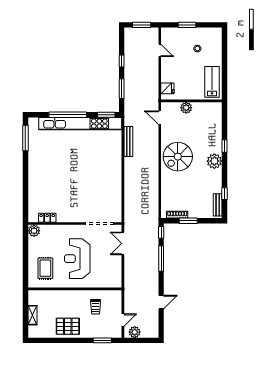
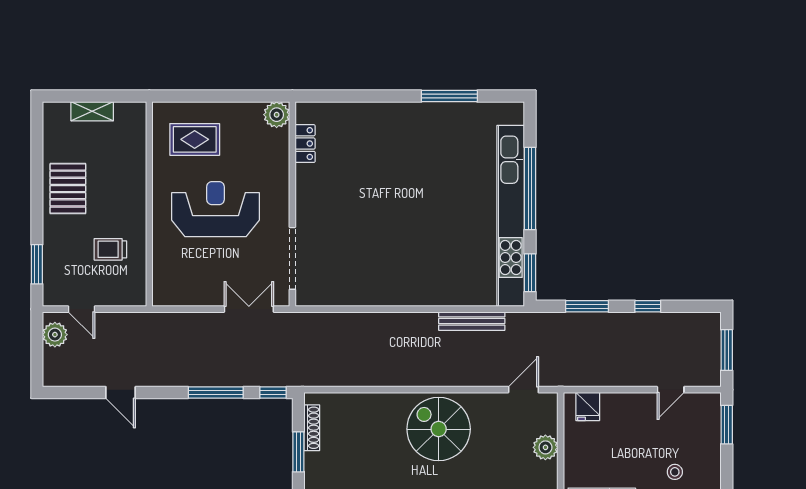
window: (187, 25) -> (727, 425), moved
window: (25, 138) -> (449, 96), moved

